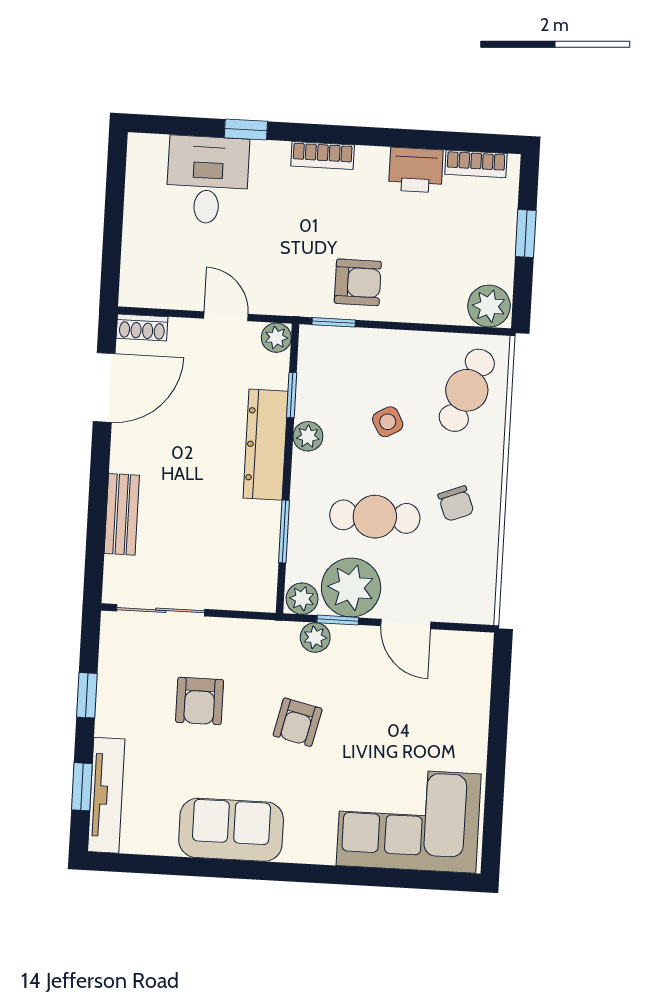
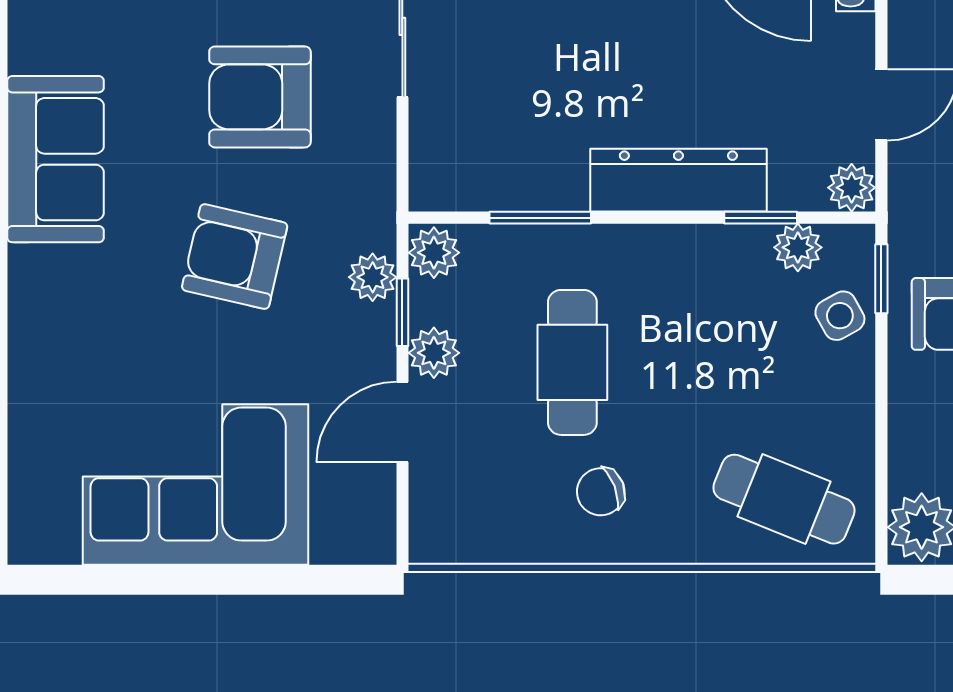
side table: (388, 422) -> (840, 316), moved
plant: (308, 436) -> (798, 247), moved
plant: (351, 588) -> (434, 353), width x0.53, depth x0.53
armchair: (200, 701) -> (260, 97), width x1.38, depth x1.38
armchair: (298, 722) -> (235, 257), width x1.38, depth x1.38
corner sofa: (409, 820) -> (195, 484), moved, turned -90

